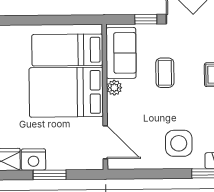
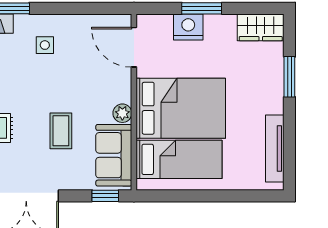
window: (146, 19) -> (105, 196), moved
side table: (179, 143) -> (45, 45), width x0.54, depth x0.54
nightstand: (33, 159) -> (188, 27), moved

